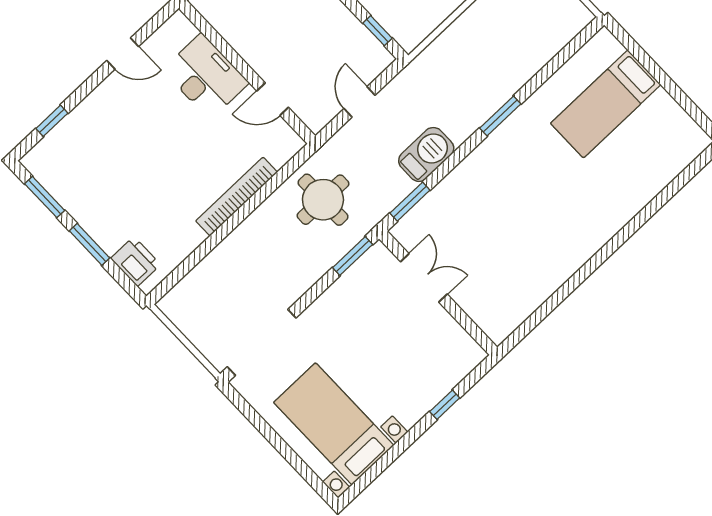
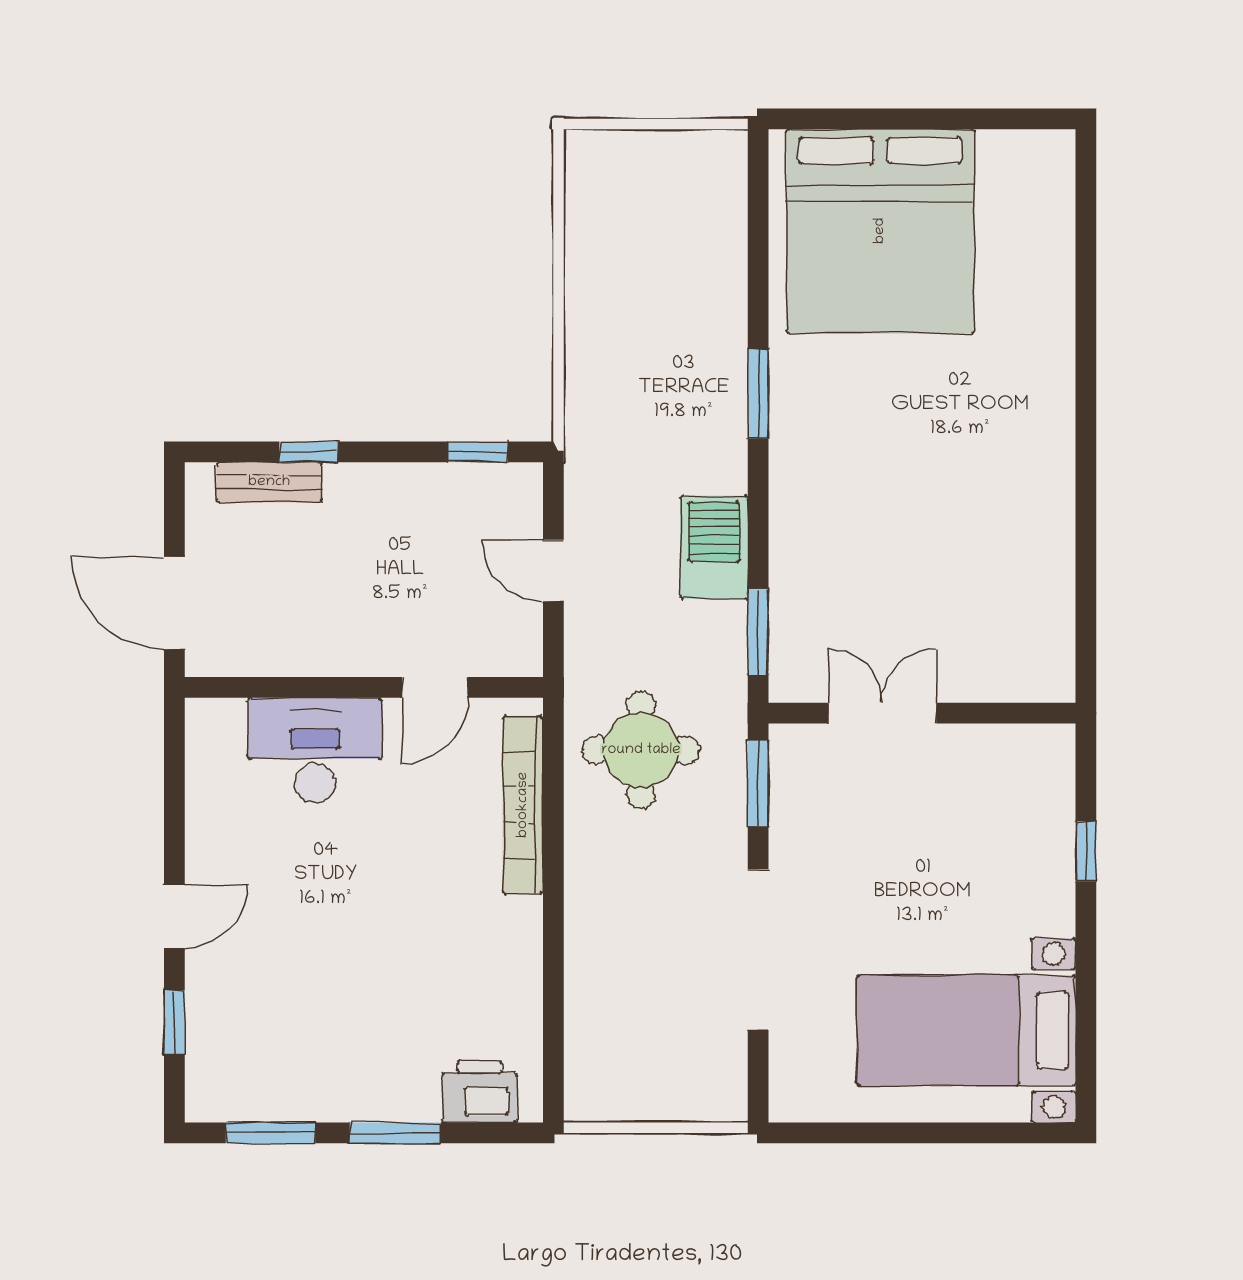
door: (123, 54) -> (174, 916), moved
bed: (606, 104) -> (880, 231), width x2.04
bookcase: (237, 197) -> (523, 805), moved
doorway: (262, 342) -> (758, 950), moved

